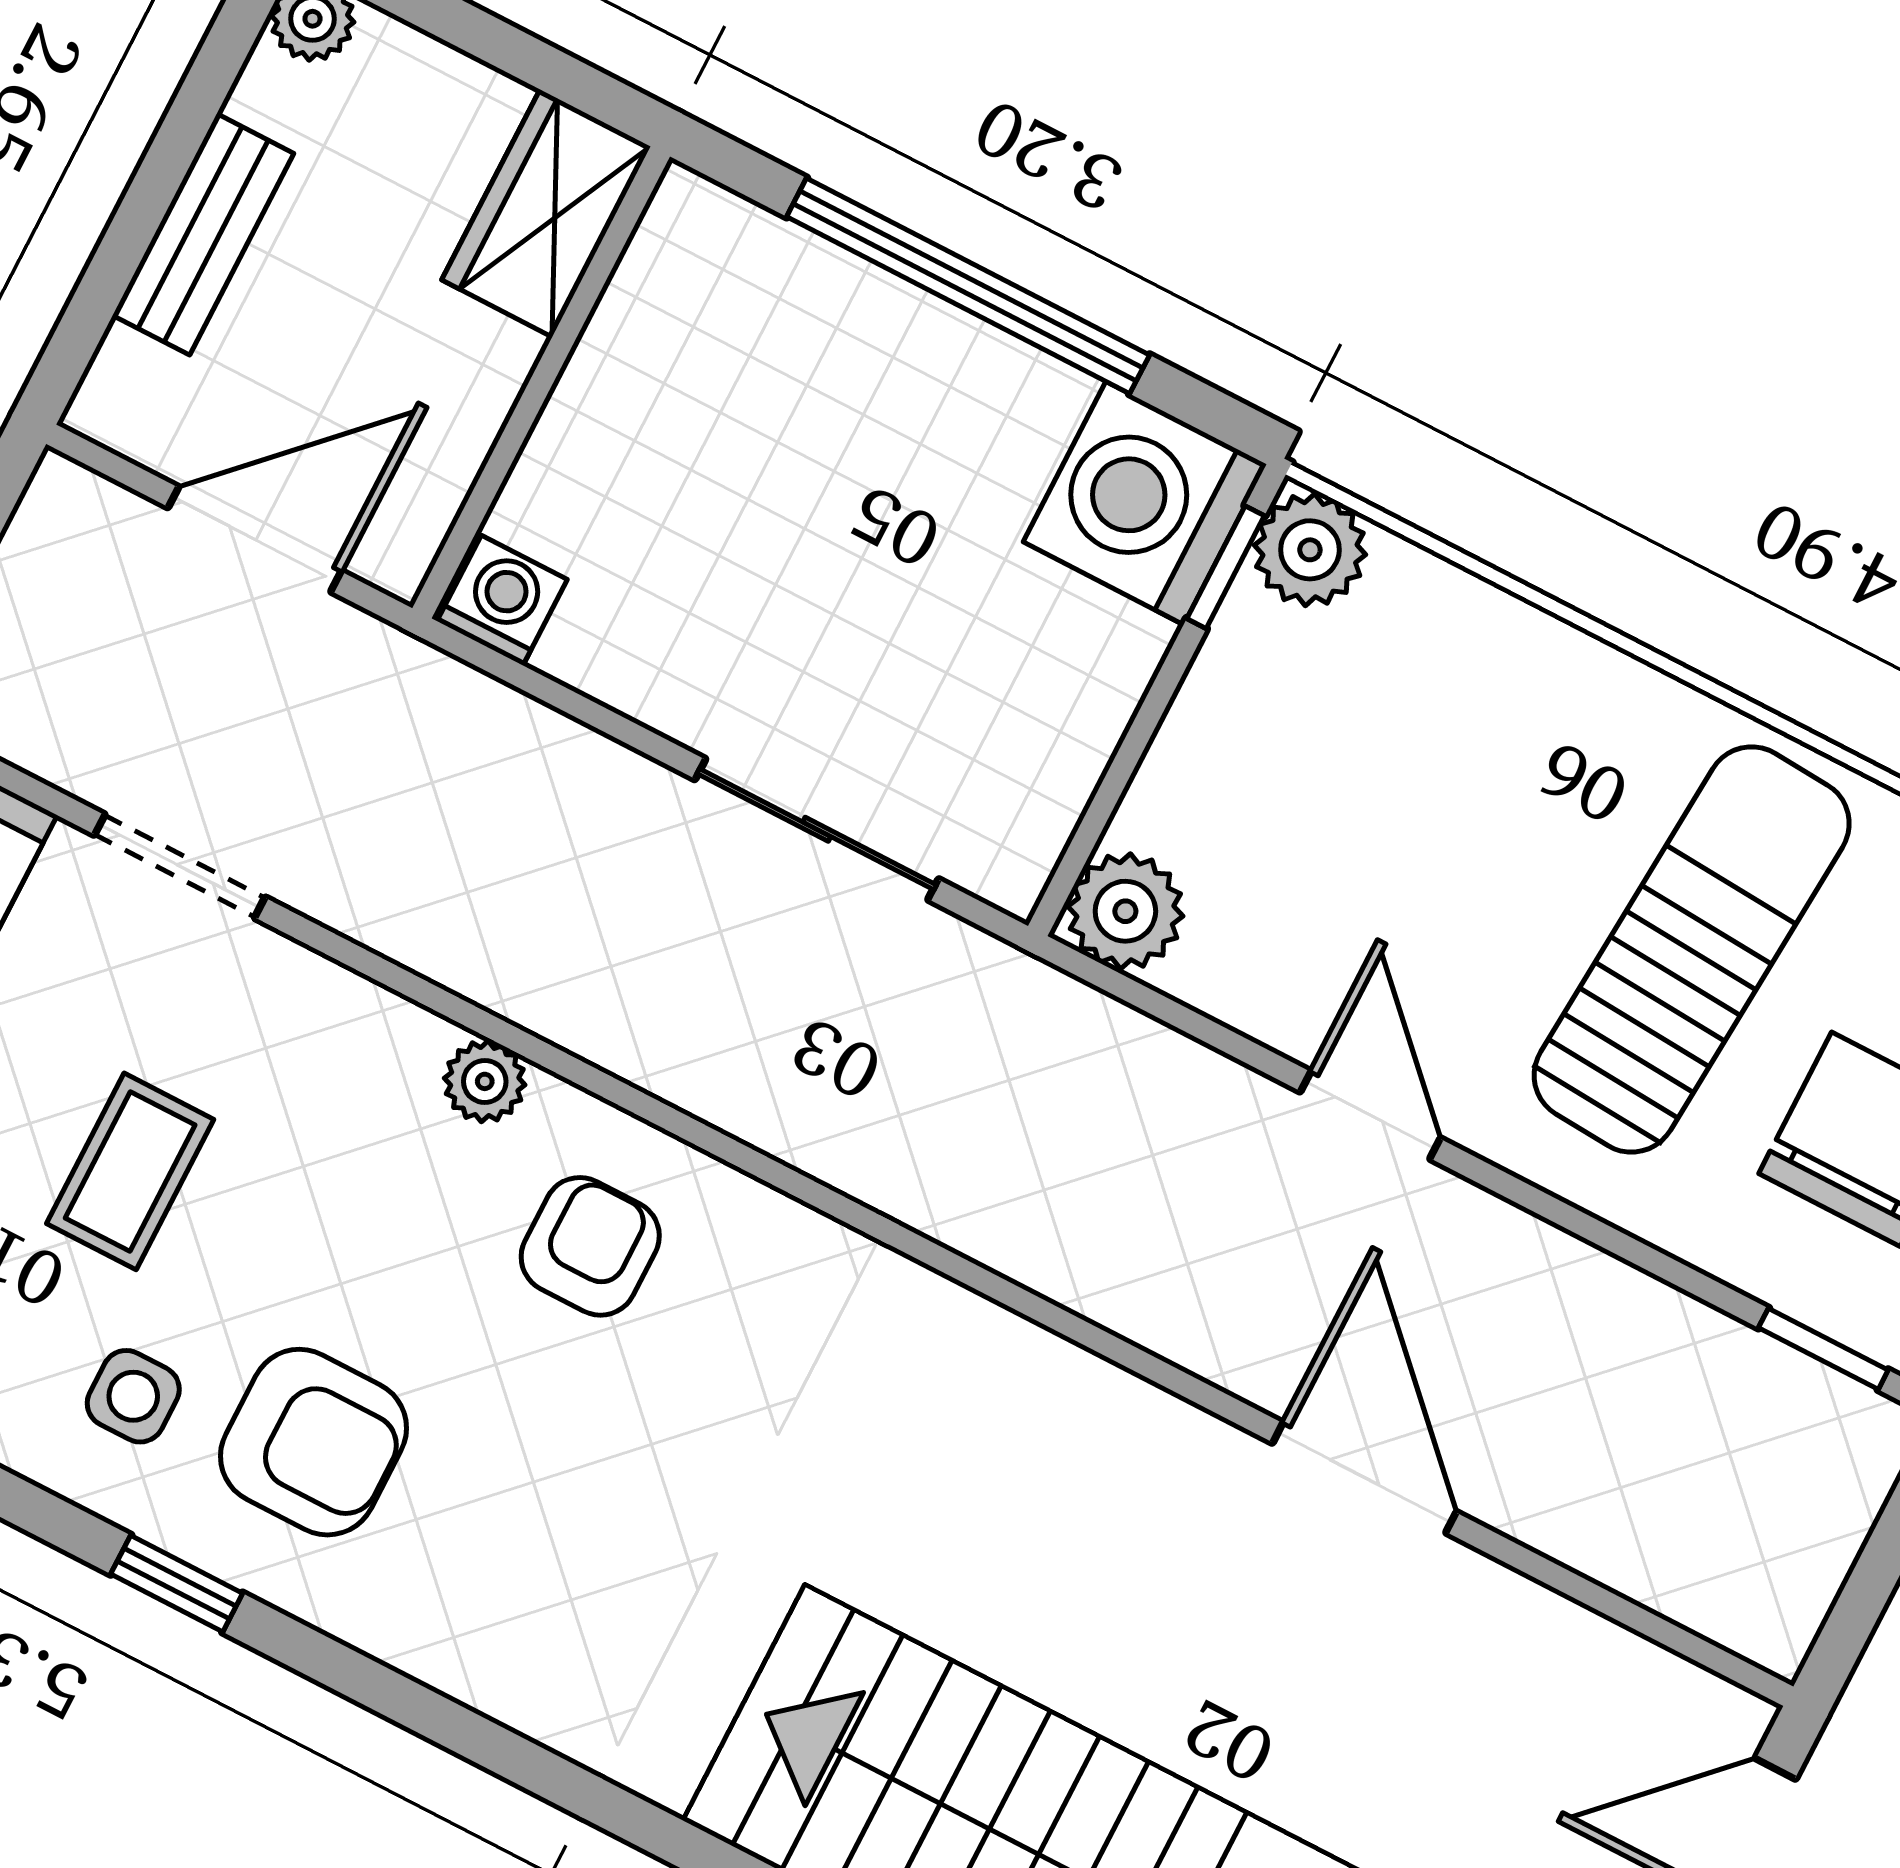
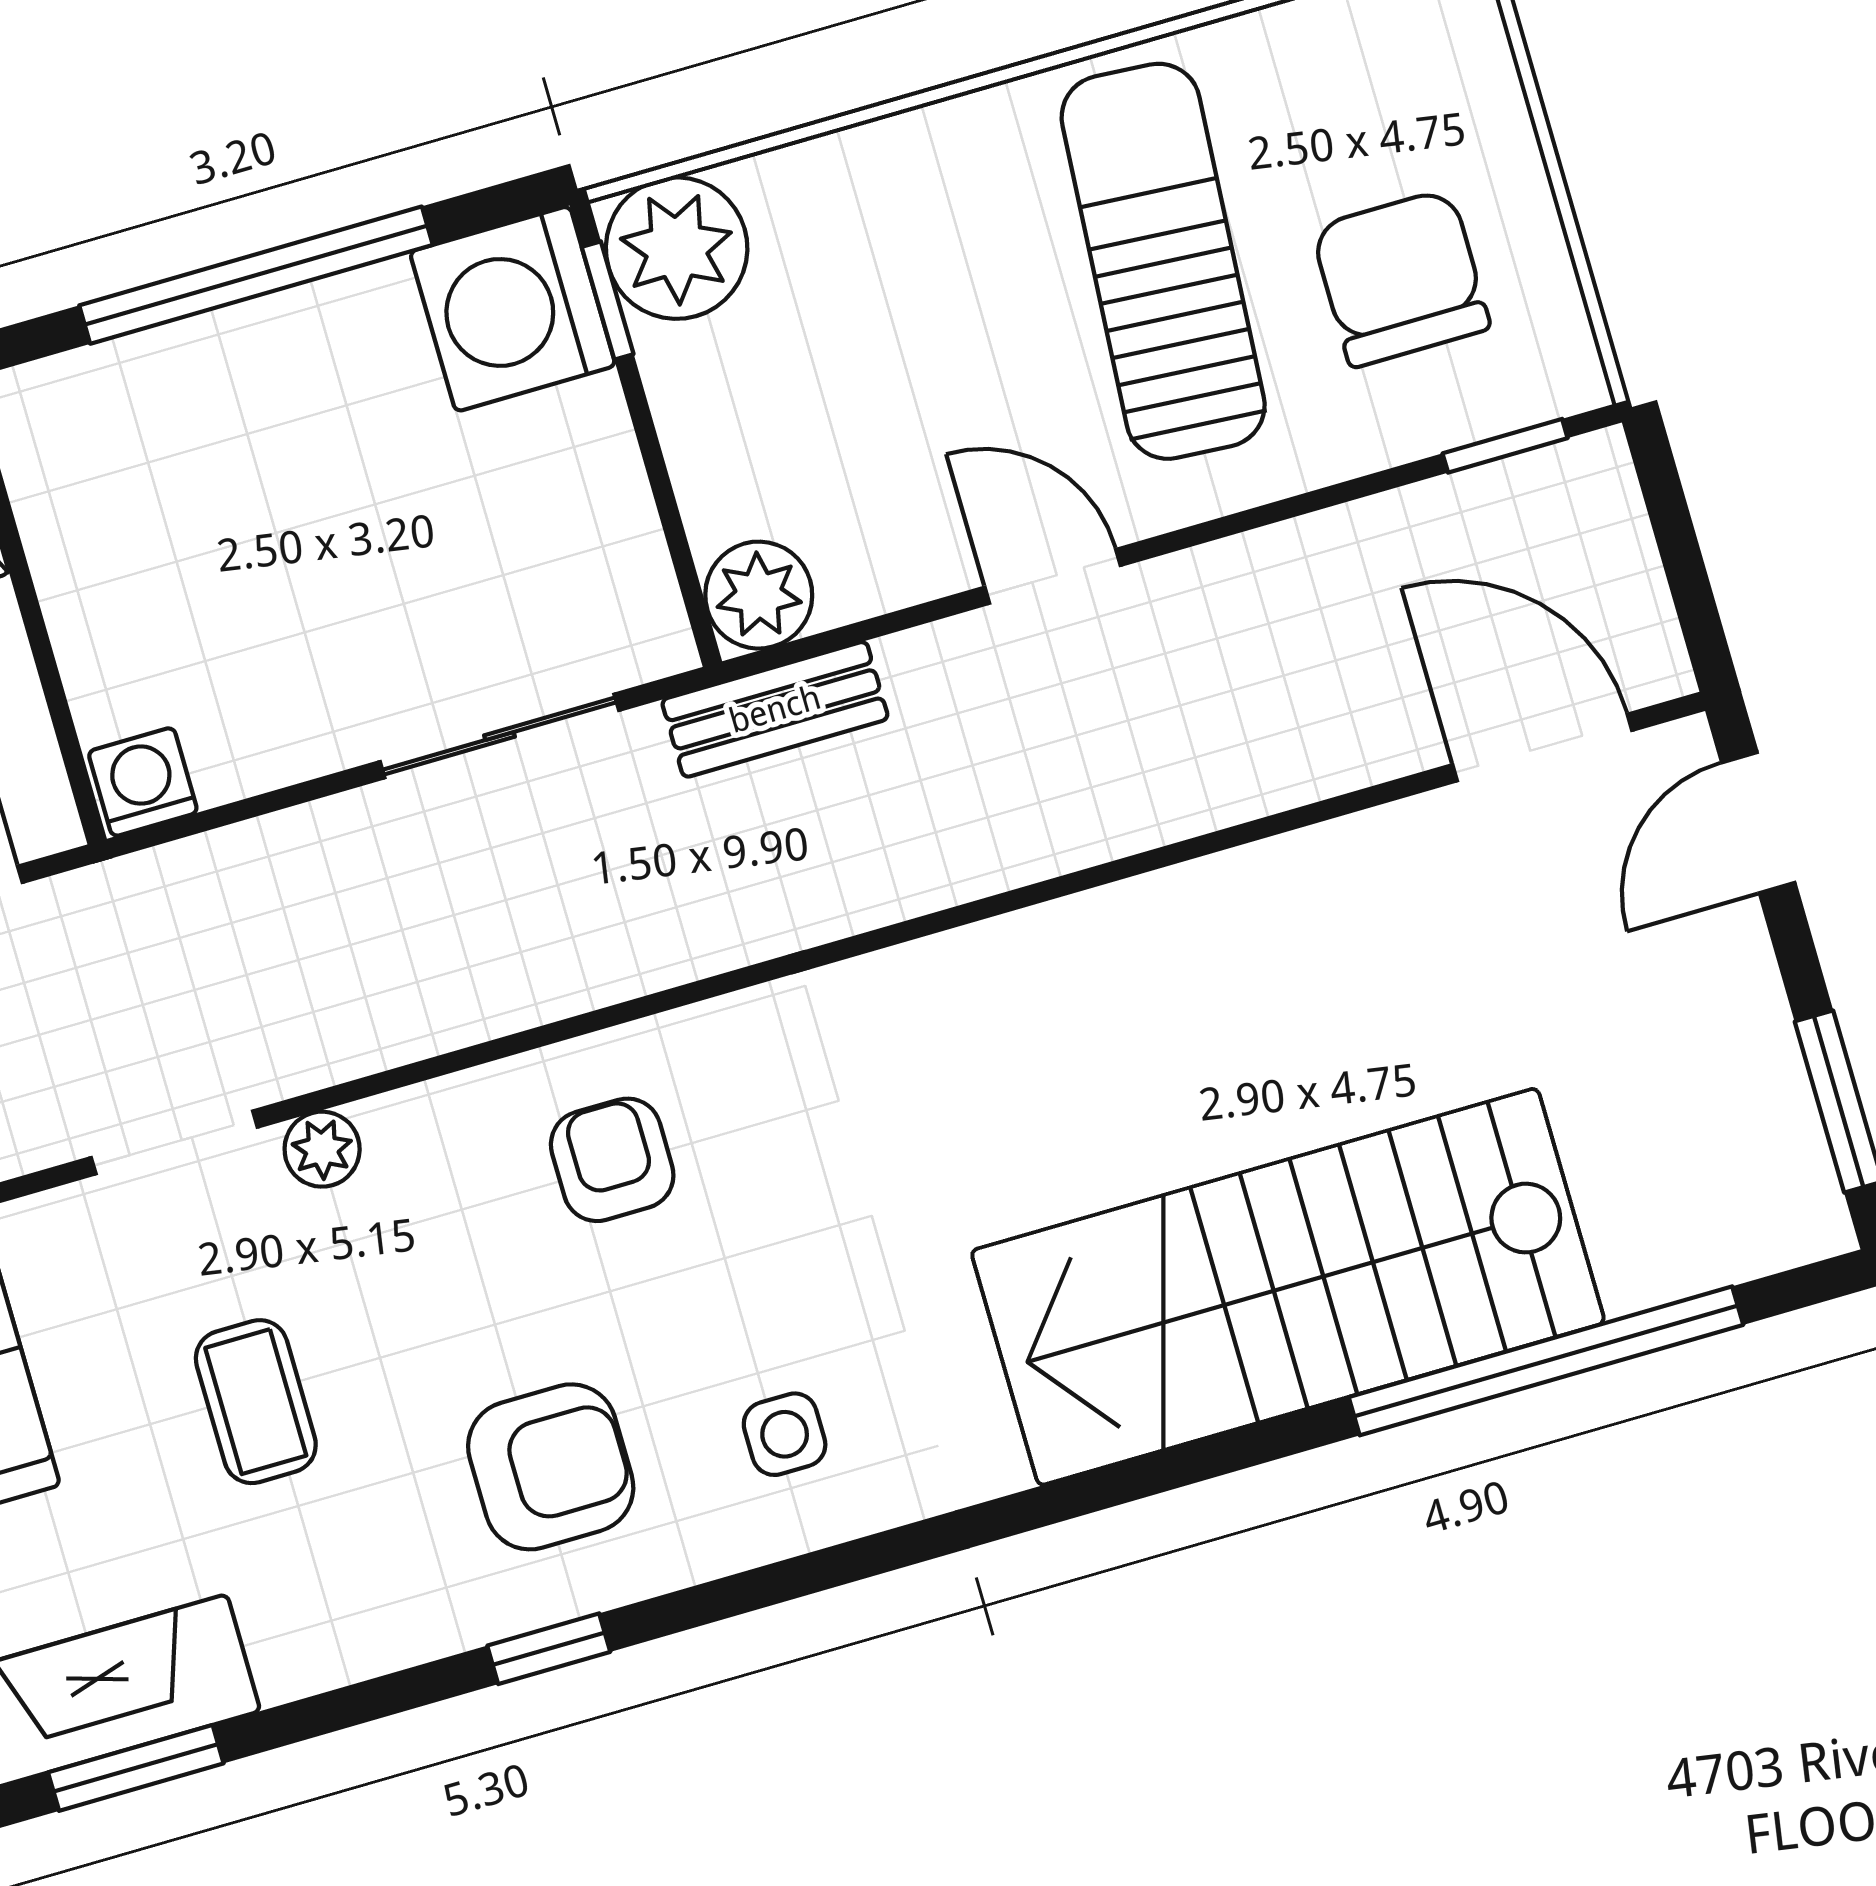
plant: (1310, 550) -> (677, 248), width x1.36, depth x1.36
doorway: (180, 866) -> (174, 1142), moved
bench: (1053, 1013) -> (775, 709), added
plant: (485, 1081) -> (322, 1149), moved
side table: (133, 1396) -> (785, 1434), moved
door: (1364, 1478) -> (1542, 747), moved

